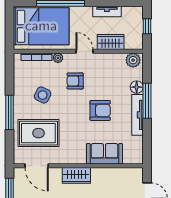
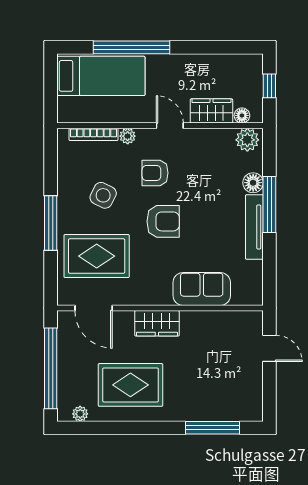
tv unit: (107, 11) -> (206, 62), removed
bed: (41, 26) -> (101, 76), width x0.67
floor lamp: (130, 45) -> (242, 115), added
armchair: (100, 110) -> (163, 221), moved

